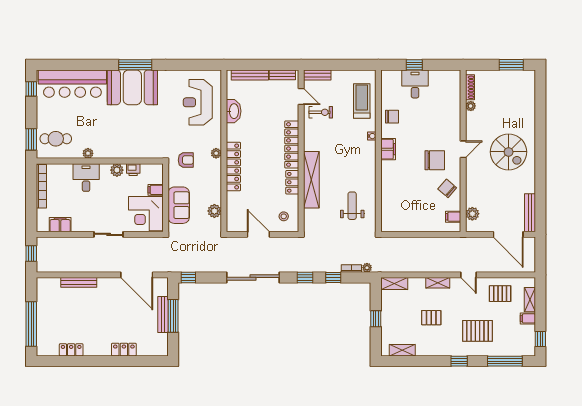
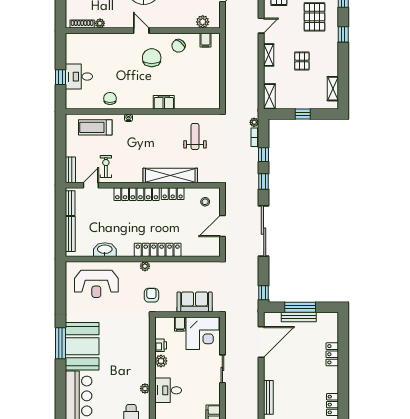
filing cabinet: (388, 149) -> (164, 102), moved
weight bench: (352, 206) -> (195, 136), turned 90
plant: (214, 211) -> (200, 268), removed

